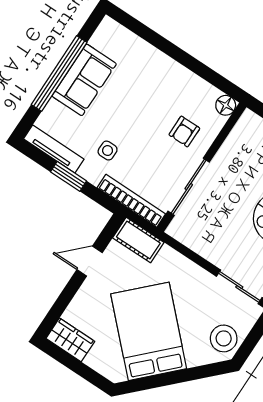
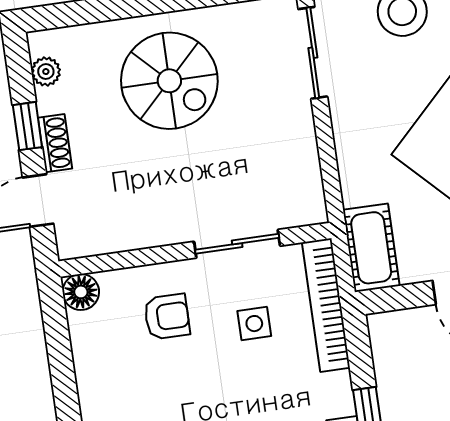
side table: (108, 151) -> (254, 324), moved
sliding door: (189, 187) -> (237, 244), width x0.73

